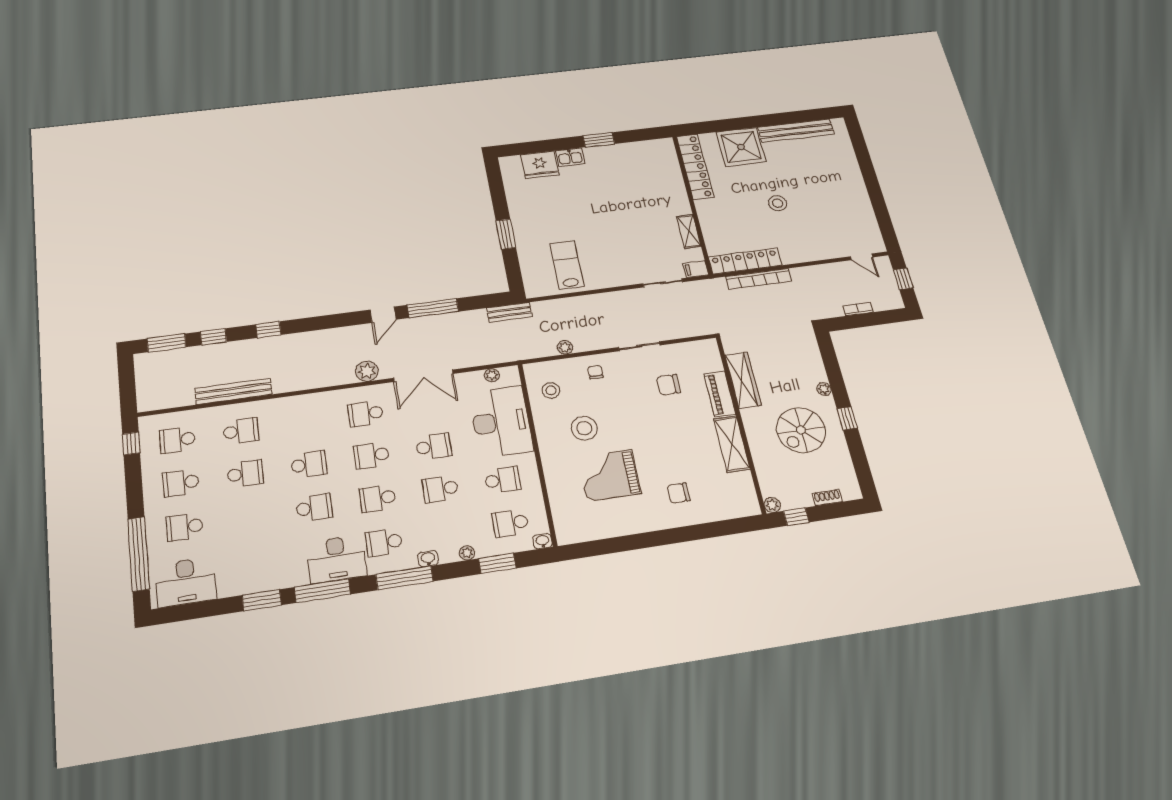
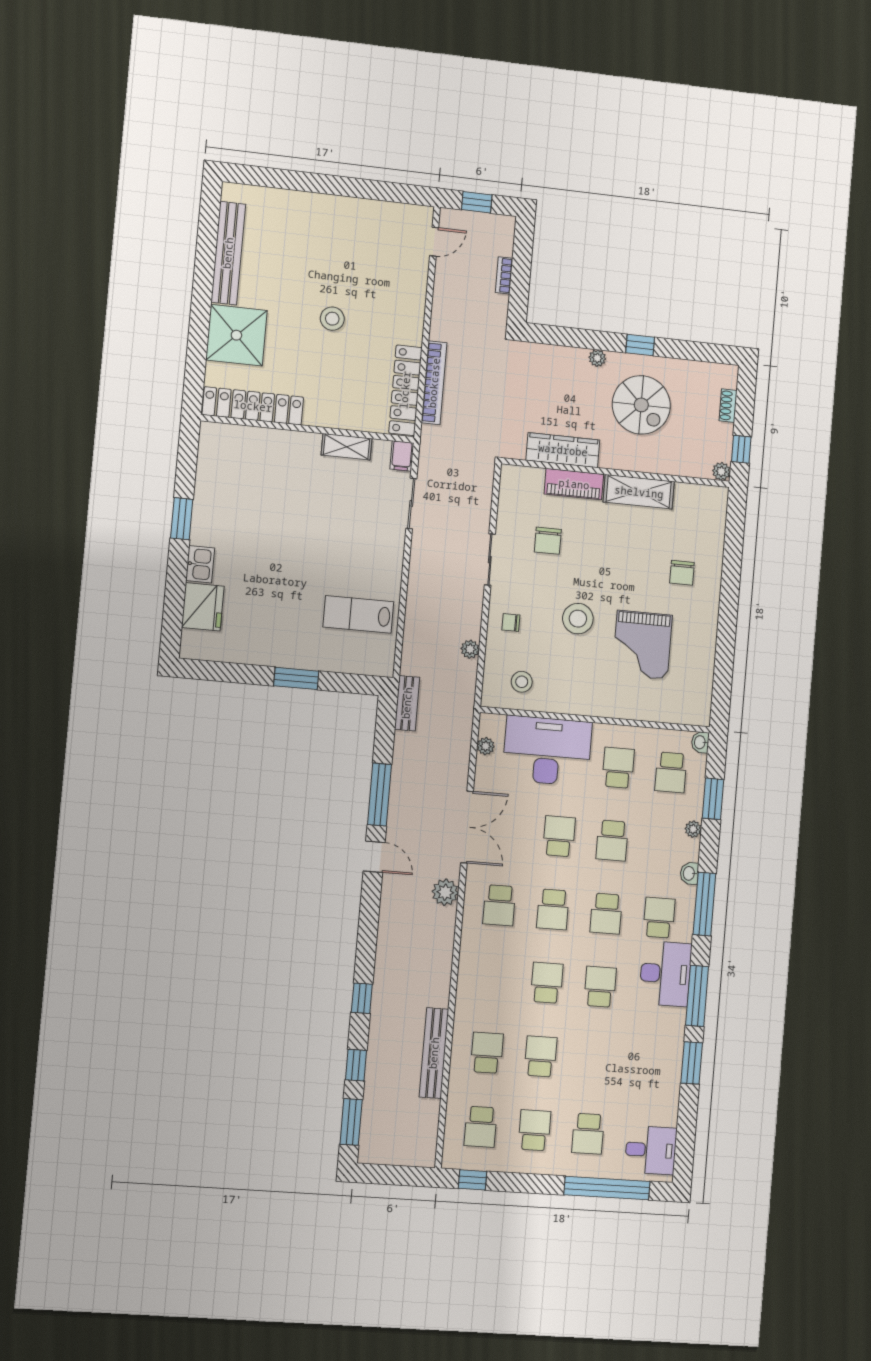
stool: (584, 428) -> (578, 619), moved
school desk: (181, 483) -> (534, 1130), turned 180
school desk: (384, 542) -> (659, 918), turned 180
desk: (186, 582) -> (651, 1150), width x0.73

